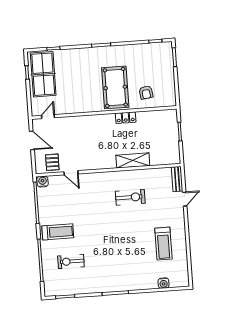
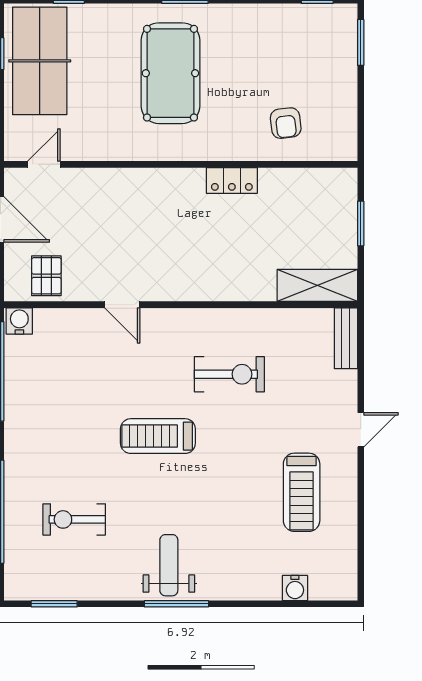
pool table: (115, 87) -> (170, 73), moved
shelving: (133, 160) -> (317, 285), moved
door: (71, 173) -> (122, 305), moved
door: (185, 199) -> (361, 430), moved
treadmill: (58, 232) -> (158, 436), moved, turned 180
weight bench: (111, 277) -> (169, 565), added

